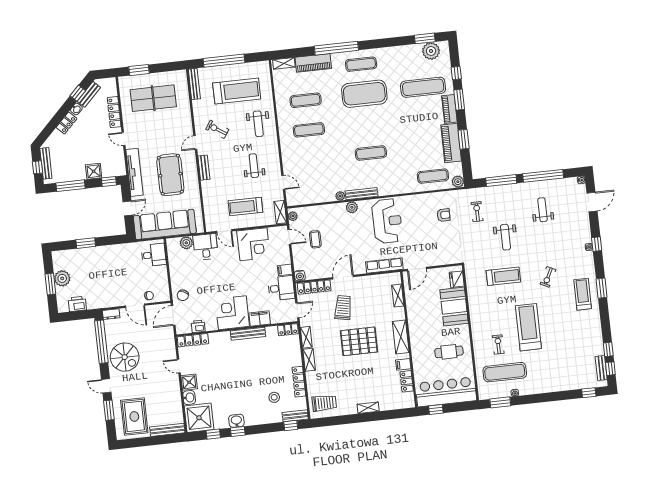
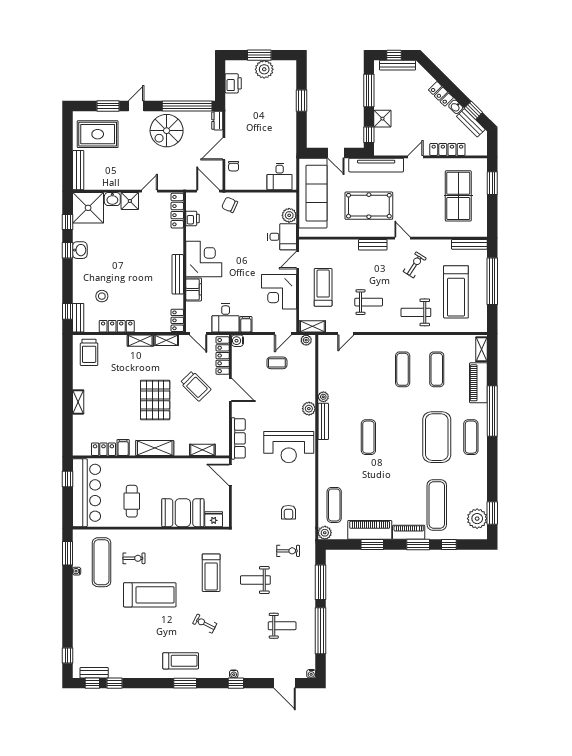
trolley: (343, 308) -> (196, 386), turned 34

